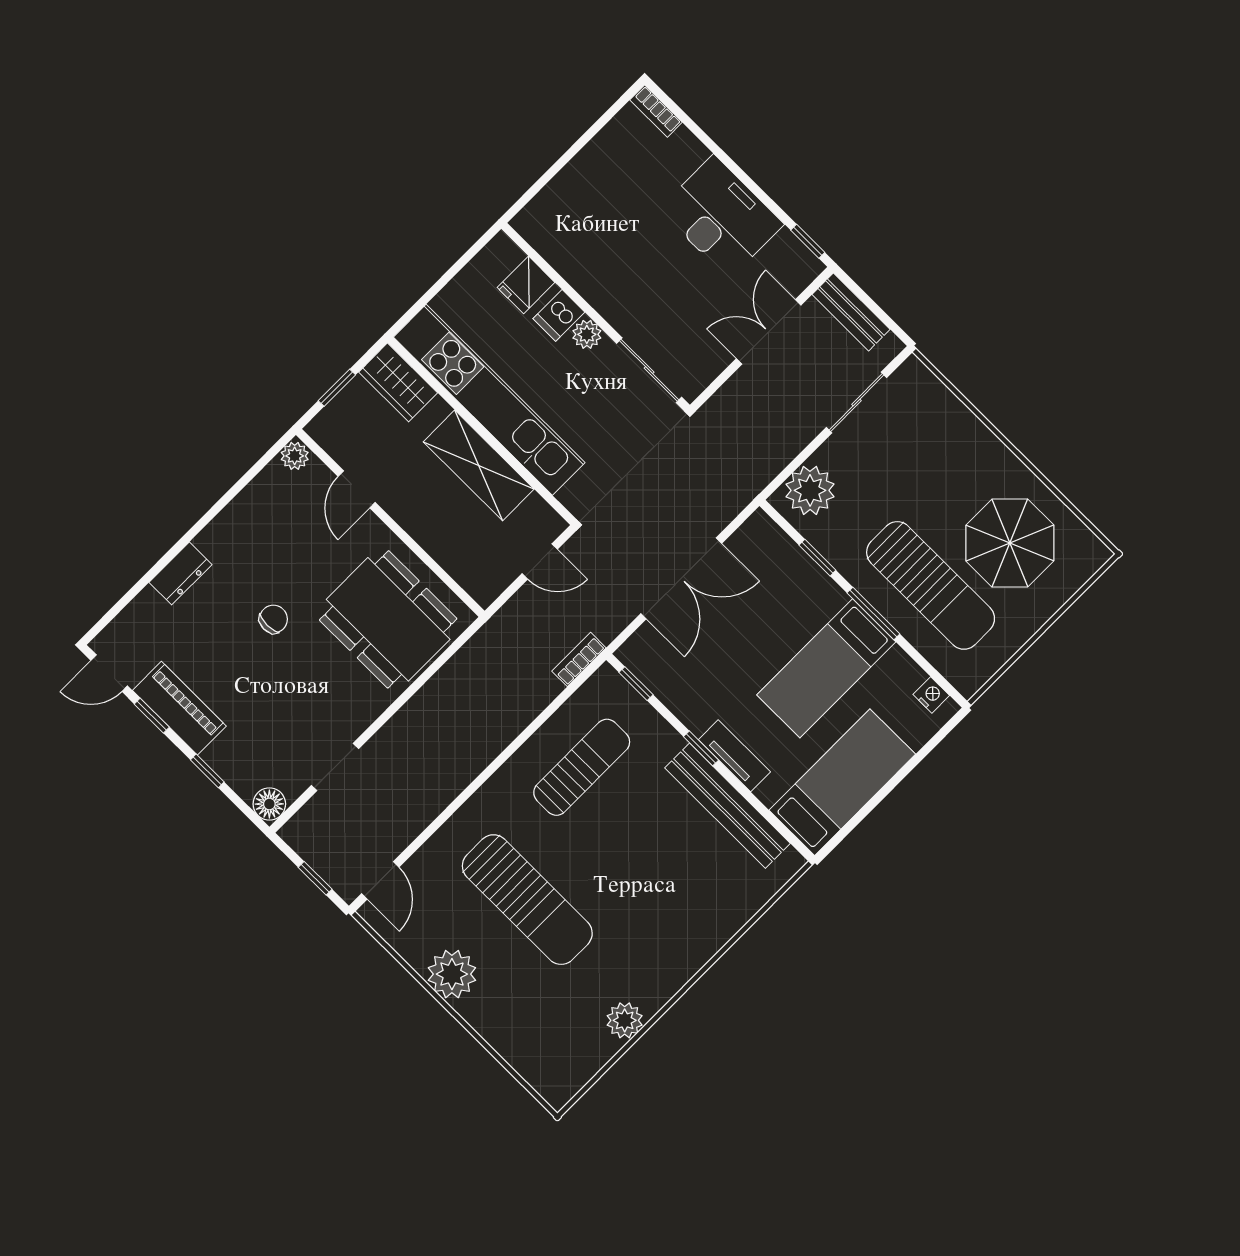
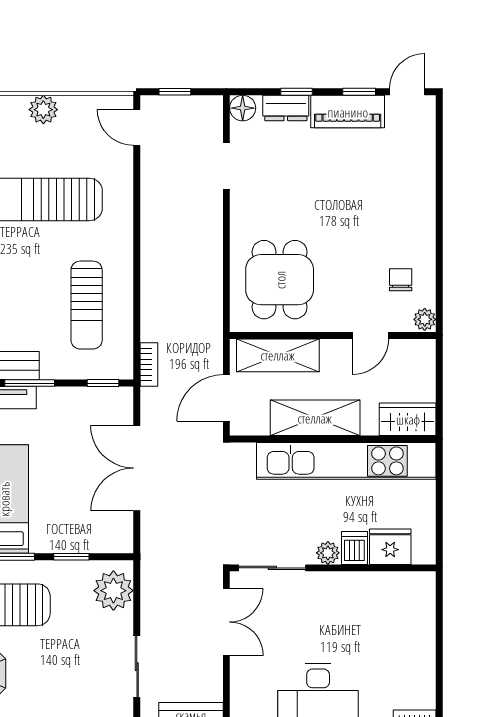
fridge: (526, 285) -> (390, 547), width x1.38
double door: (769, 332) -> (226, 622), moved
window: (337, 388) -> (439, 382), removed
door: (357, 489) -> (371, 335), swing flipped
shelving: (456, 554) -> (278, 355), added
door: (540, 561) -> (226, 398), width x1.38
dresser: (181, 573) -> (286, 108), moved, turned -90
chair: (273, 619) -> (401, 280), moved, turned 180
dining table: (388, 619) -> (280, 280), width x0.73
window: (701, 748) -> (30, 383), width x1.50
plant: (452, 974) -> (43, 110), width x0.73, depth x0.73

